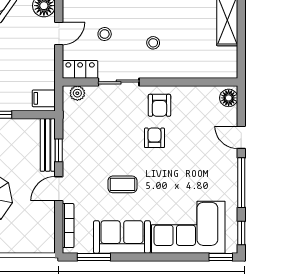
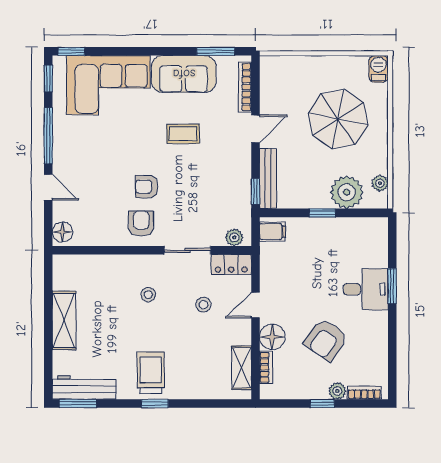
armchair: (154, 138) -> (147, 187), turned 90
window: (59, 150) -> (255, 191), moved

